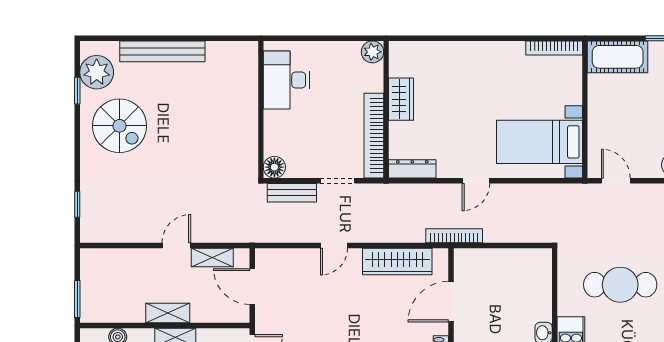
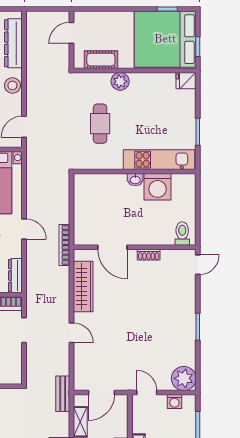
floor lamp: (274, 167) -> (14, 376), removed
bench: (292, 193) -> (63, 394), moved
cafe table: (620, 285) -> (100, 124), width x0.73, depth x0.74

